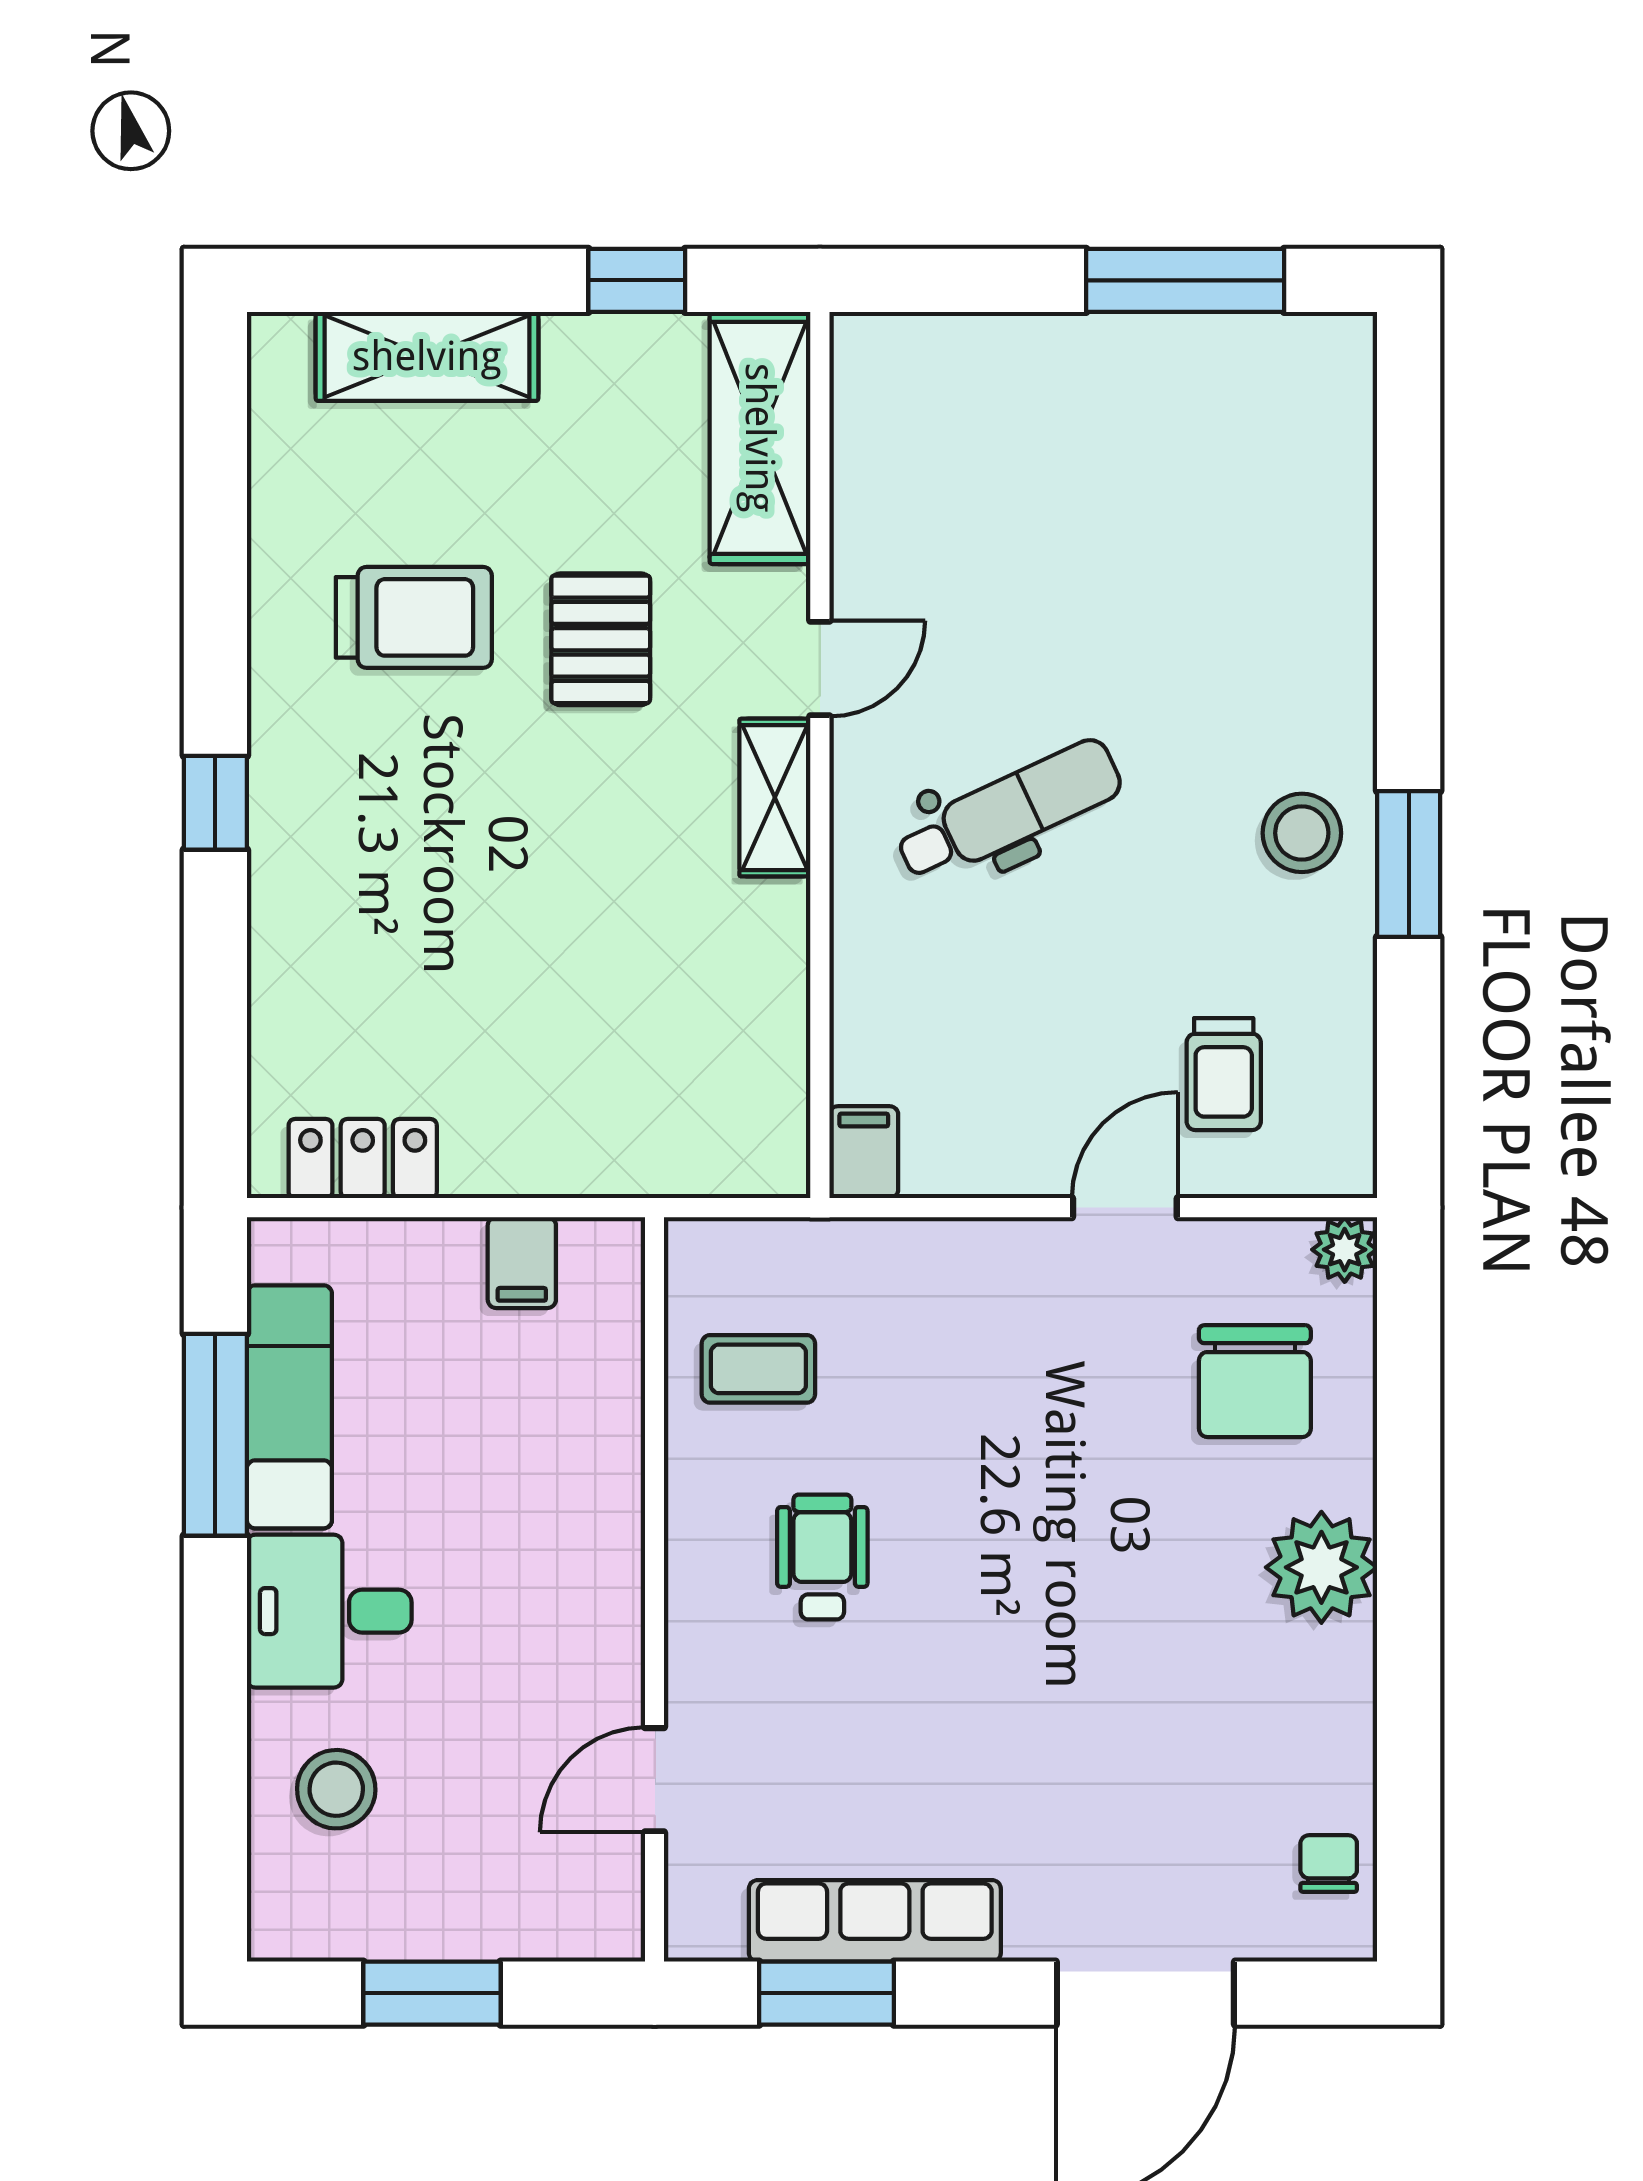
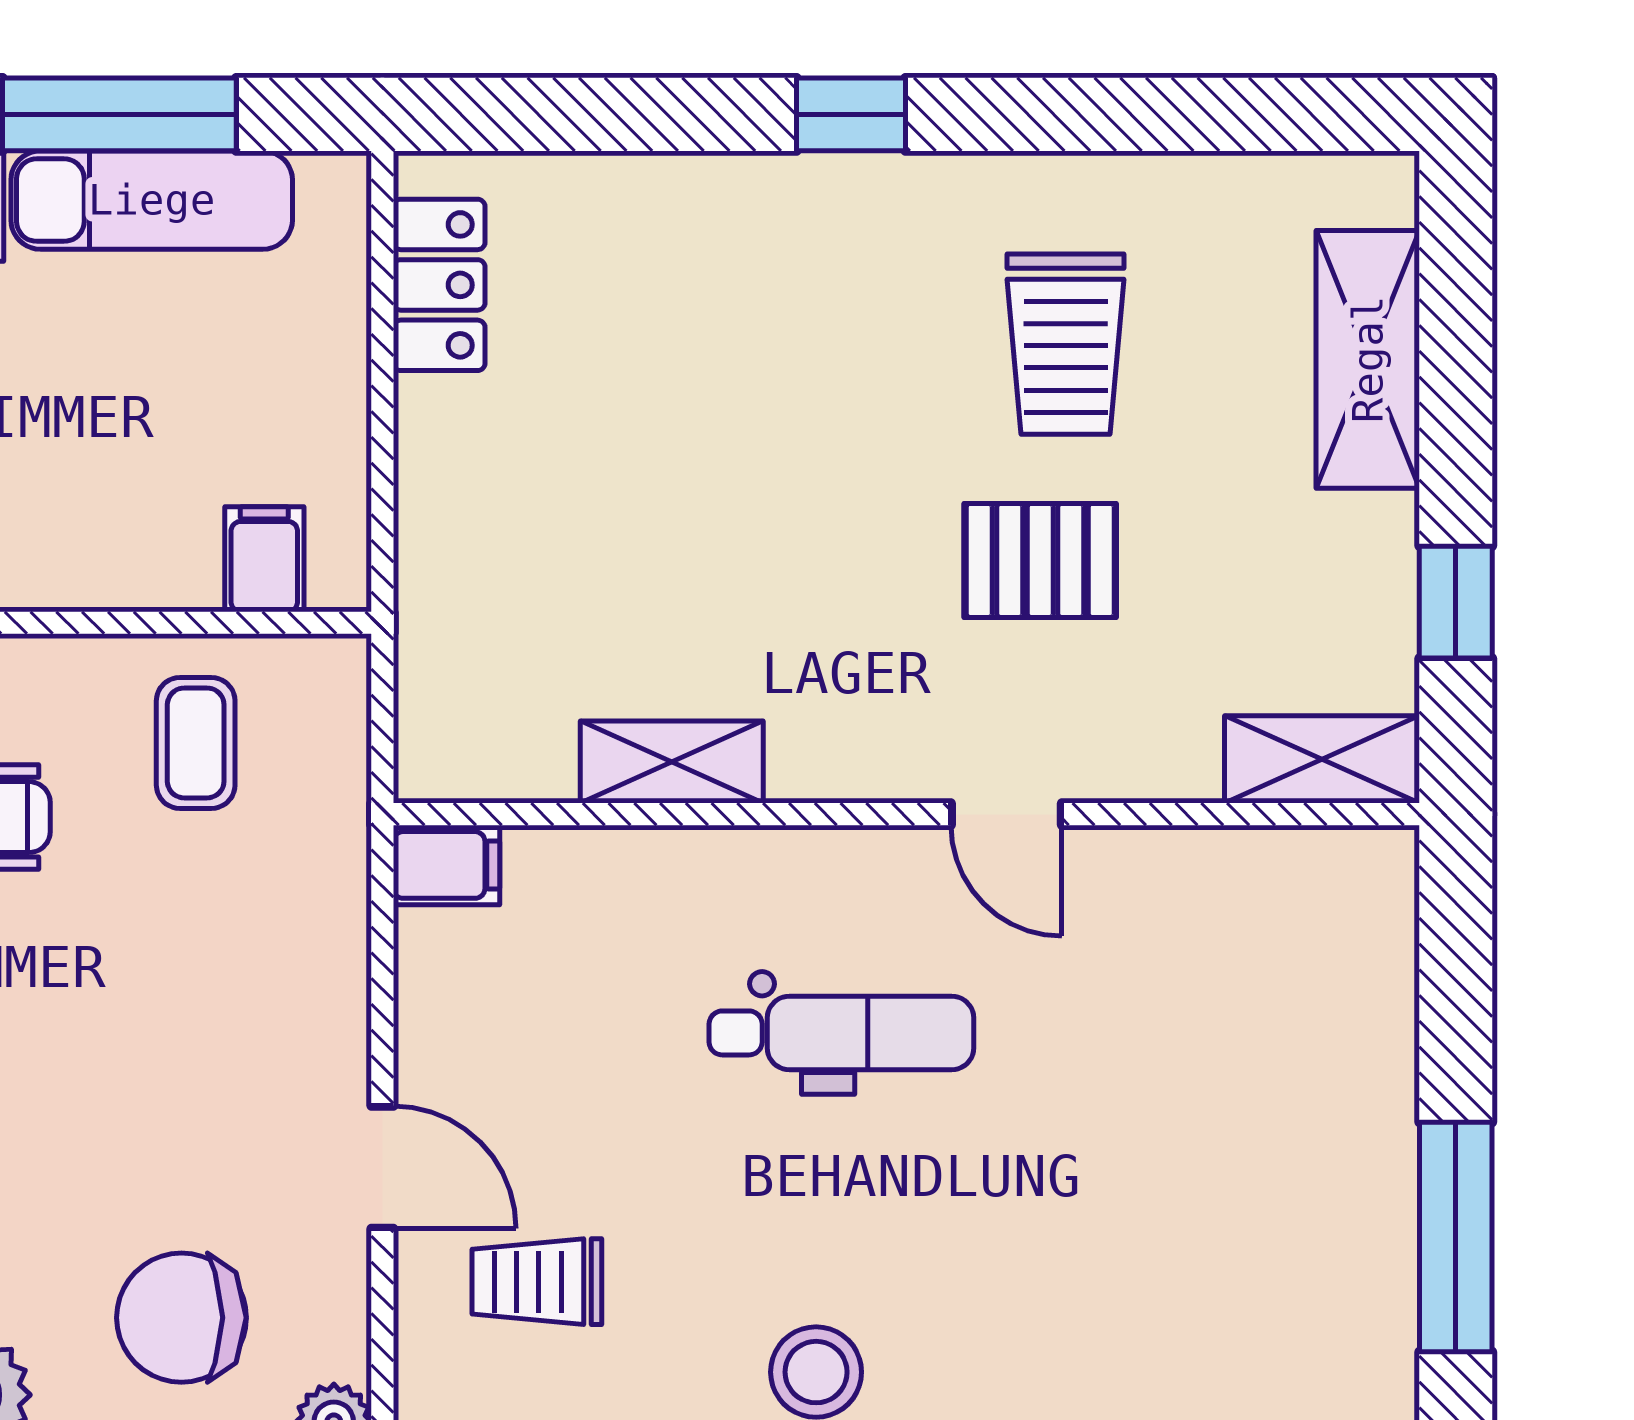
shelving: (760, 438) -> (1322, 759), width x0.67, depth x0.75
shelving: (775, 798) -> (672, 762), moved
dental chair: (1009, 811) -> (841, 1033), turned -65
filing cabinet: (522, 1263) -> (264, 559), moved, turned 90

